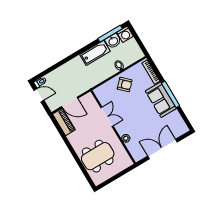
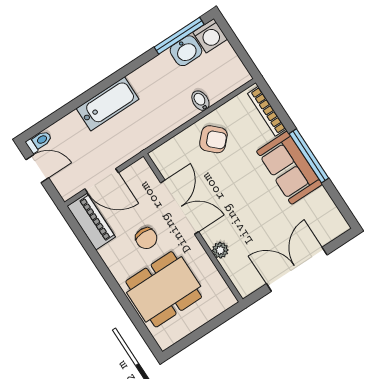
bathtub: (95, 53) -> (108, 104), moved
double door: (107, 117) -> (180, 207), width x1.37
chair: (90, 131) -> (146, 238), added

